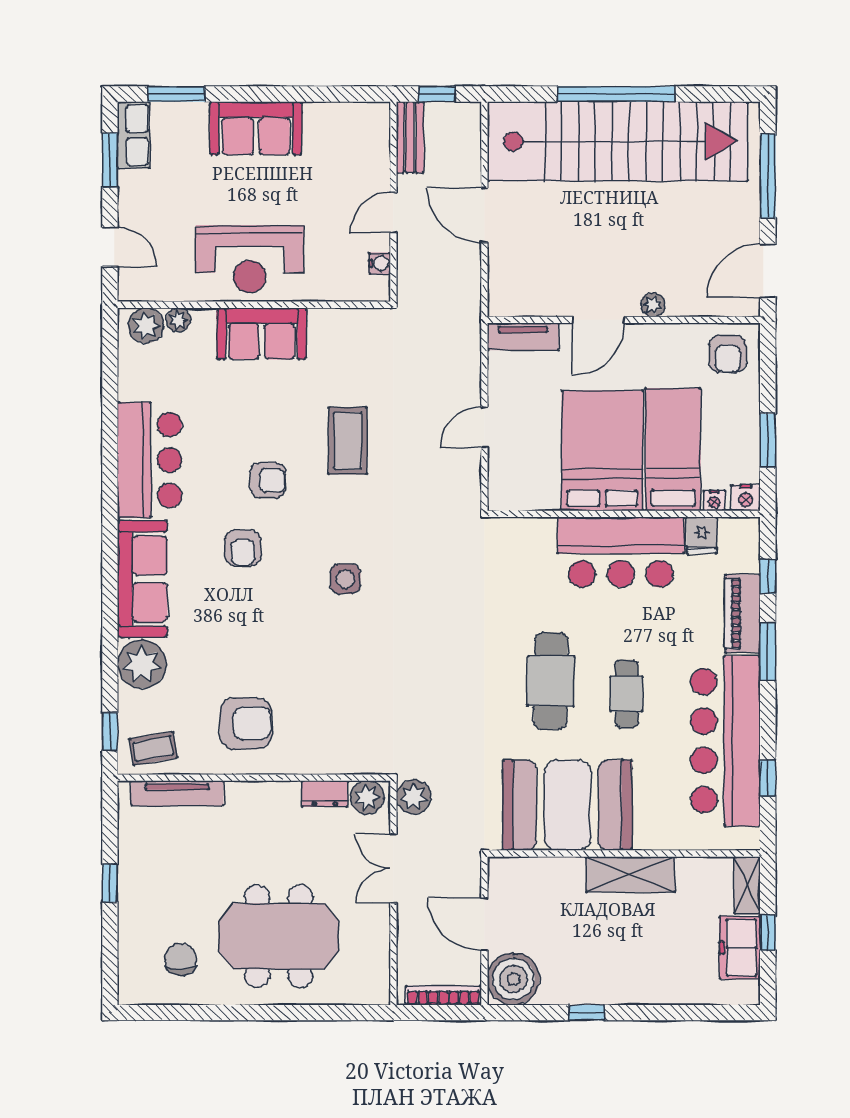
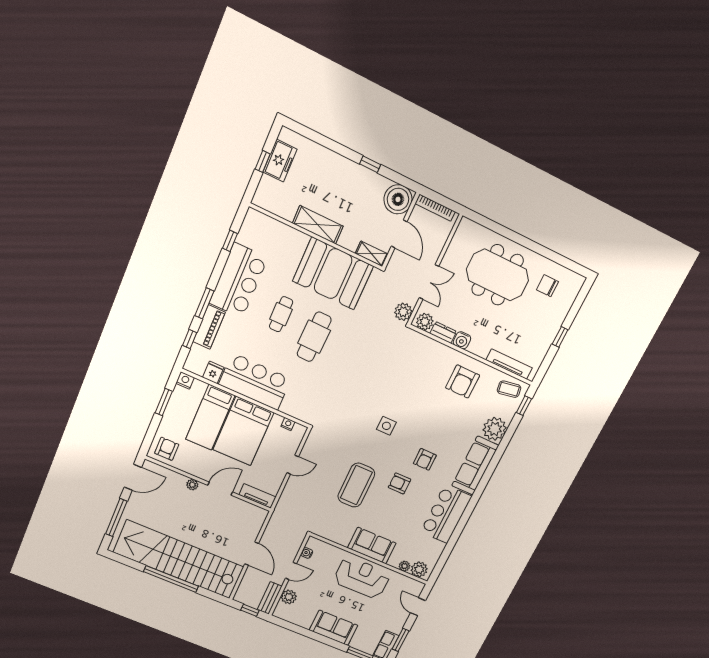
plant: (374, 156) -> (289, 597), added
coffee table: (348, 441) -> (356, 485), width x1.36, depth x1.32
nightstand: (714, 501) -> (288, 424), moved
armchair: (243, 548) -> (425, 459), turned 180
armchair: (246, 723) -> (463, 382), turned -90
bar counter: (725, 741) -> (238, 280), width x0.73
water cooler: (284, 796) -> (462, 340), added
shelving: (747, 885) -> (372, 254), moved, turned 90
chair: (181, 959) -> (547, 286), turned 91

